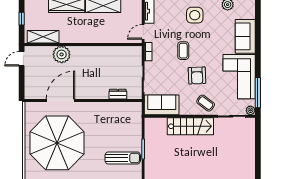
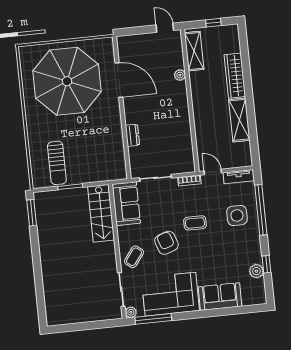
side table: (195, 15) -> (237, 215), moved
plant: (62, 54) -> (180, 75), width x0.53, depth x0.53
armchair: (197, 75) -> (166, 243), turned 73
dresser: (118, 94) -> (132, 135), moved
stairs: (190, 126) -> (101, 213), moved

